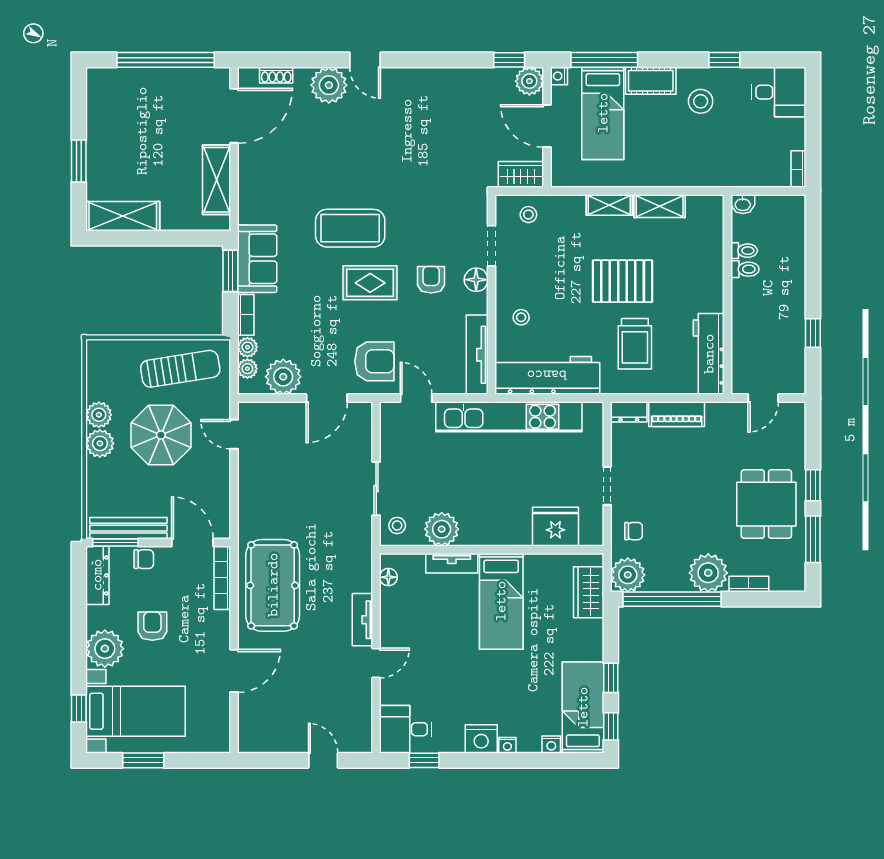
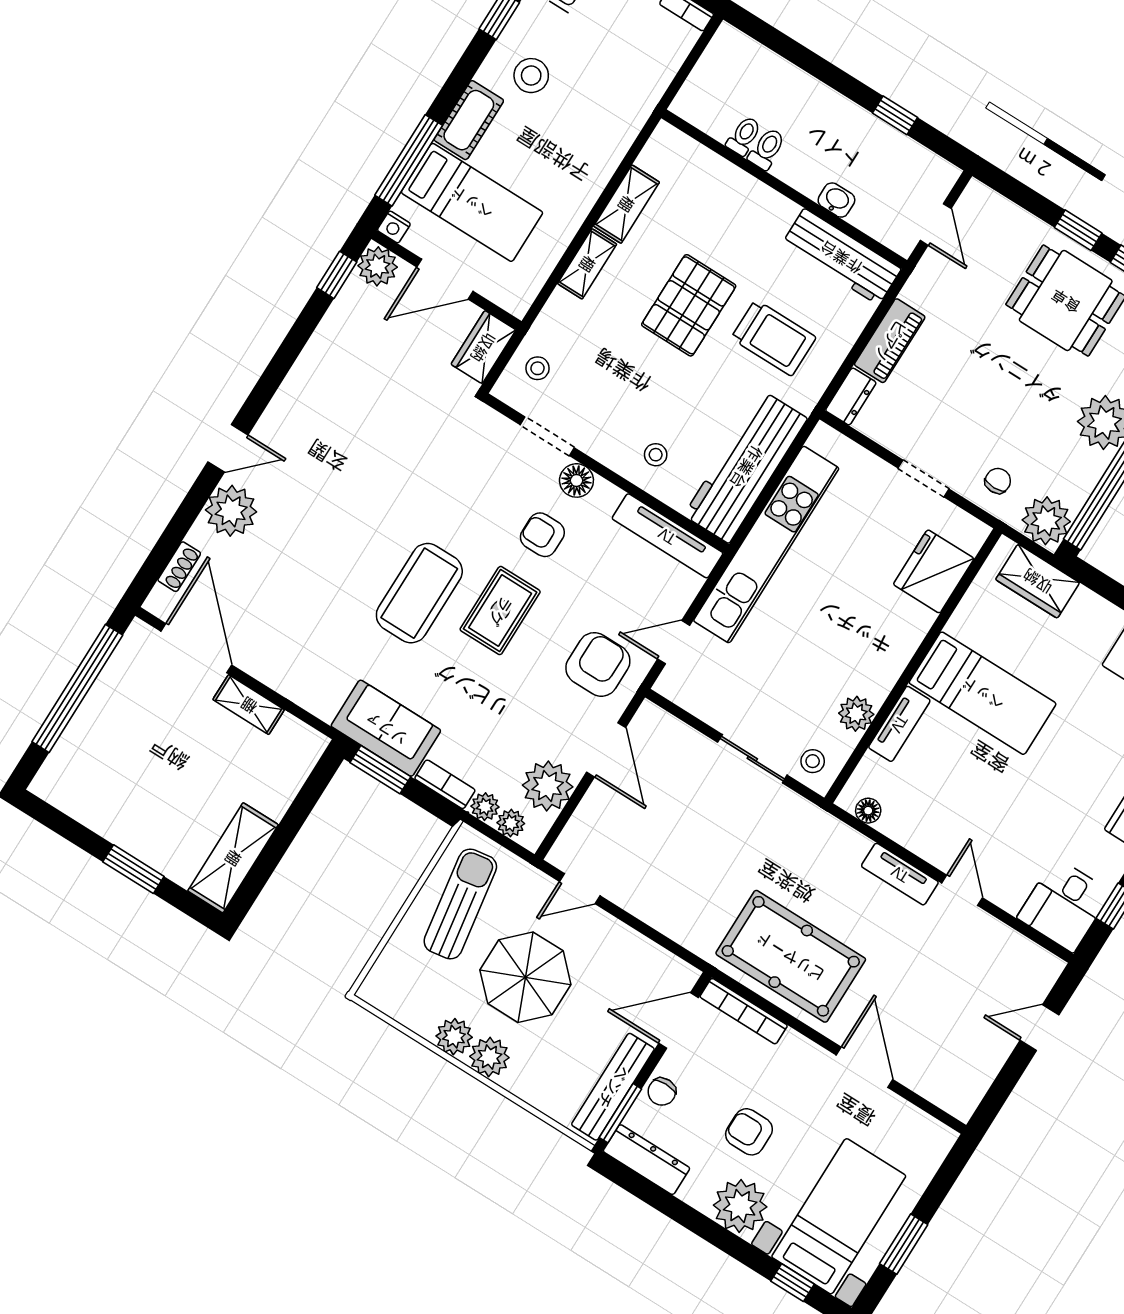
shelving: (216, 180) -> (249, 705), width x0.67, depth x0.75
washbasin: (743, 204) -> (836, 200), moved, turned -90
plant: (442, 529) -> (856, 714), width x0.73, depth x0.73
chair: (144, 559) -> (662, 1092), turned 180

